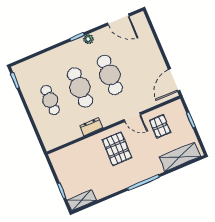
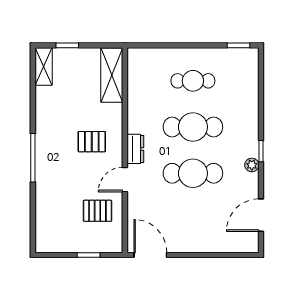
dresser: (91, 127) -> (135, 149), moved
pallet: (117, 149) -> (92, 142), width x0.67, depth x0.71
shelving: (180, 157) -> (112, 75), moved

